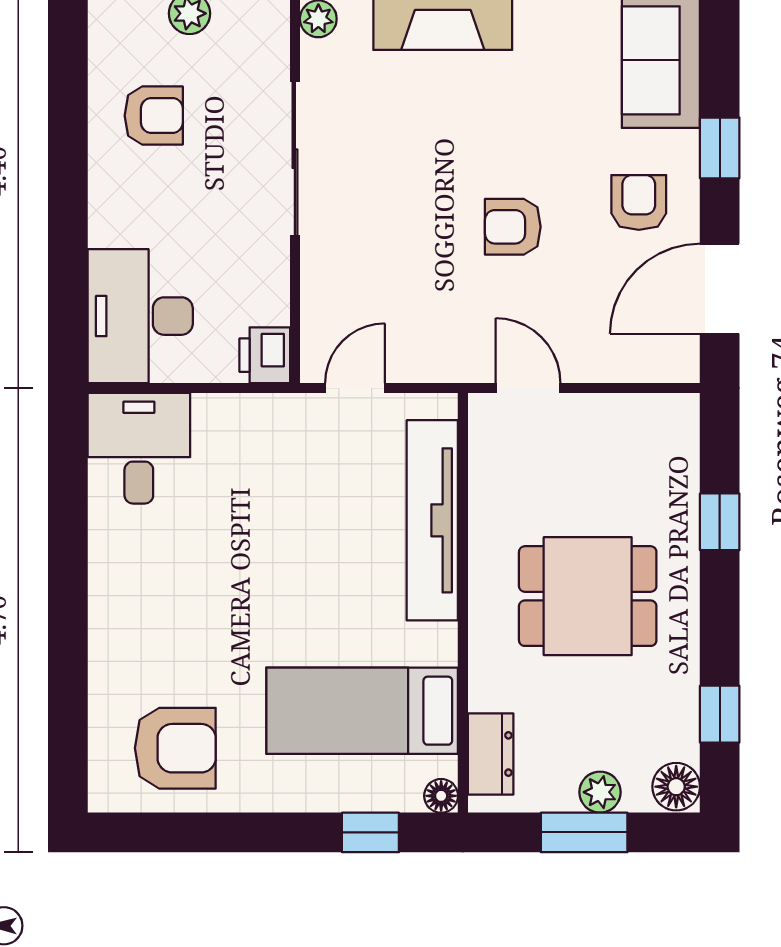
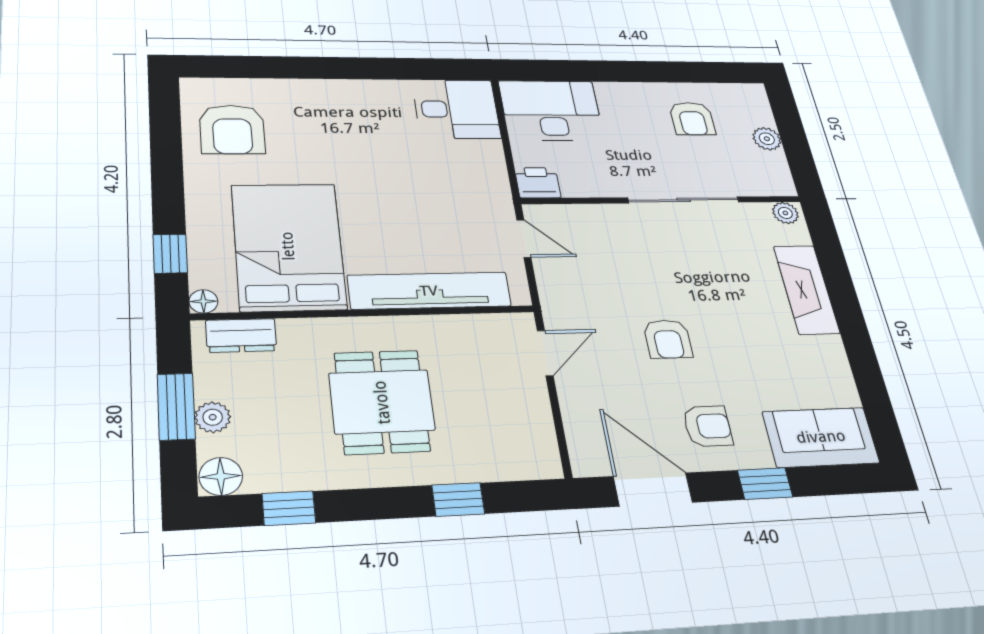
armchair: (513, 227) -> (668, 339), turned 180
bed: (362, 711) -> (288, 246), width x1.50

